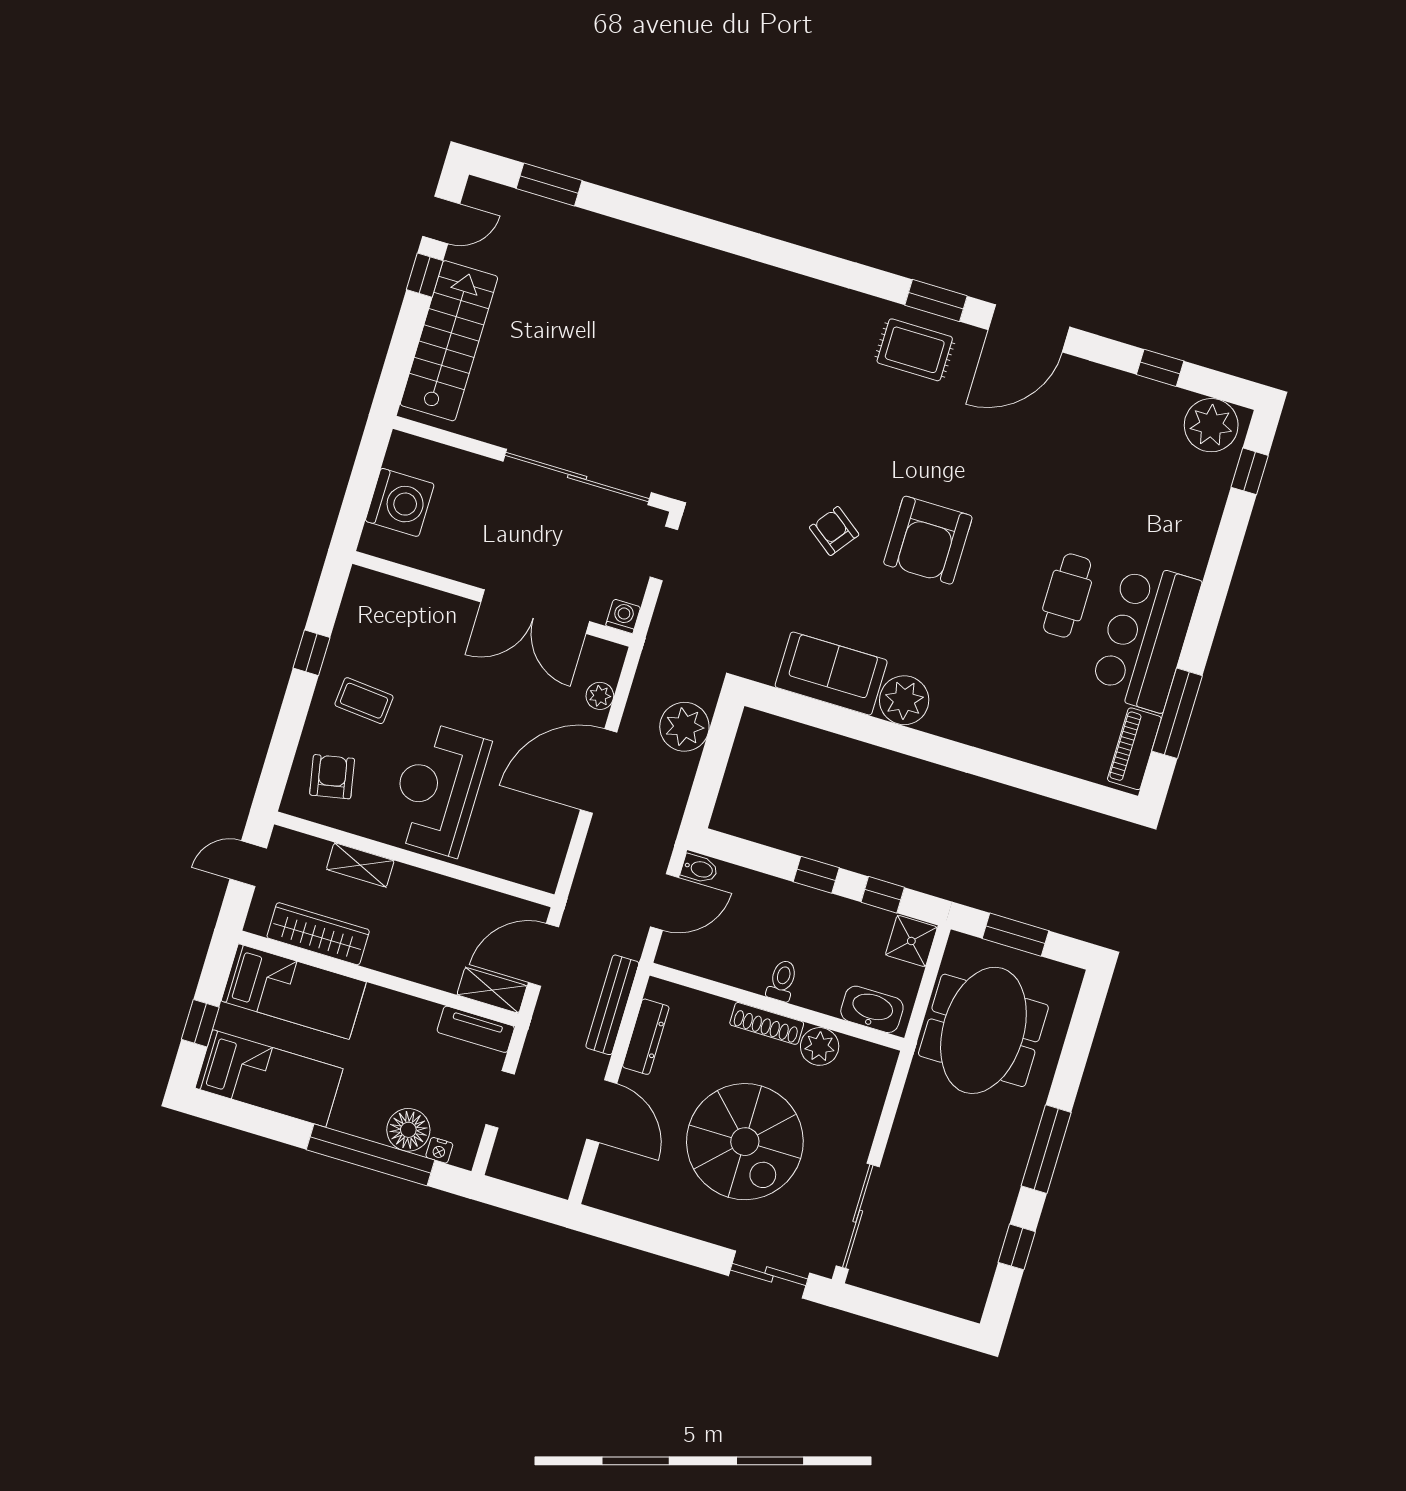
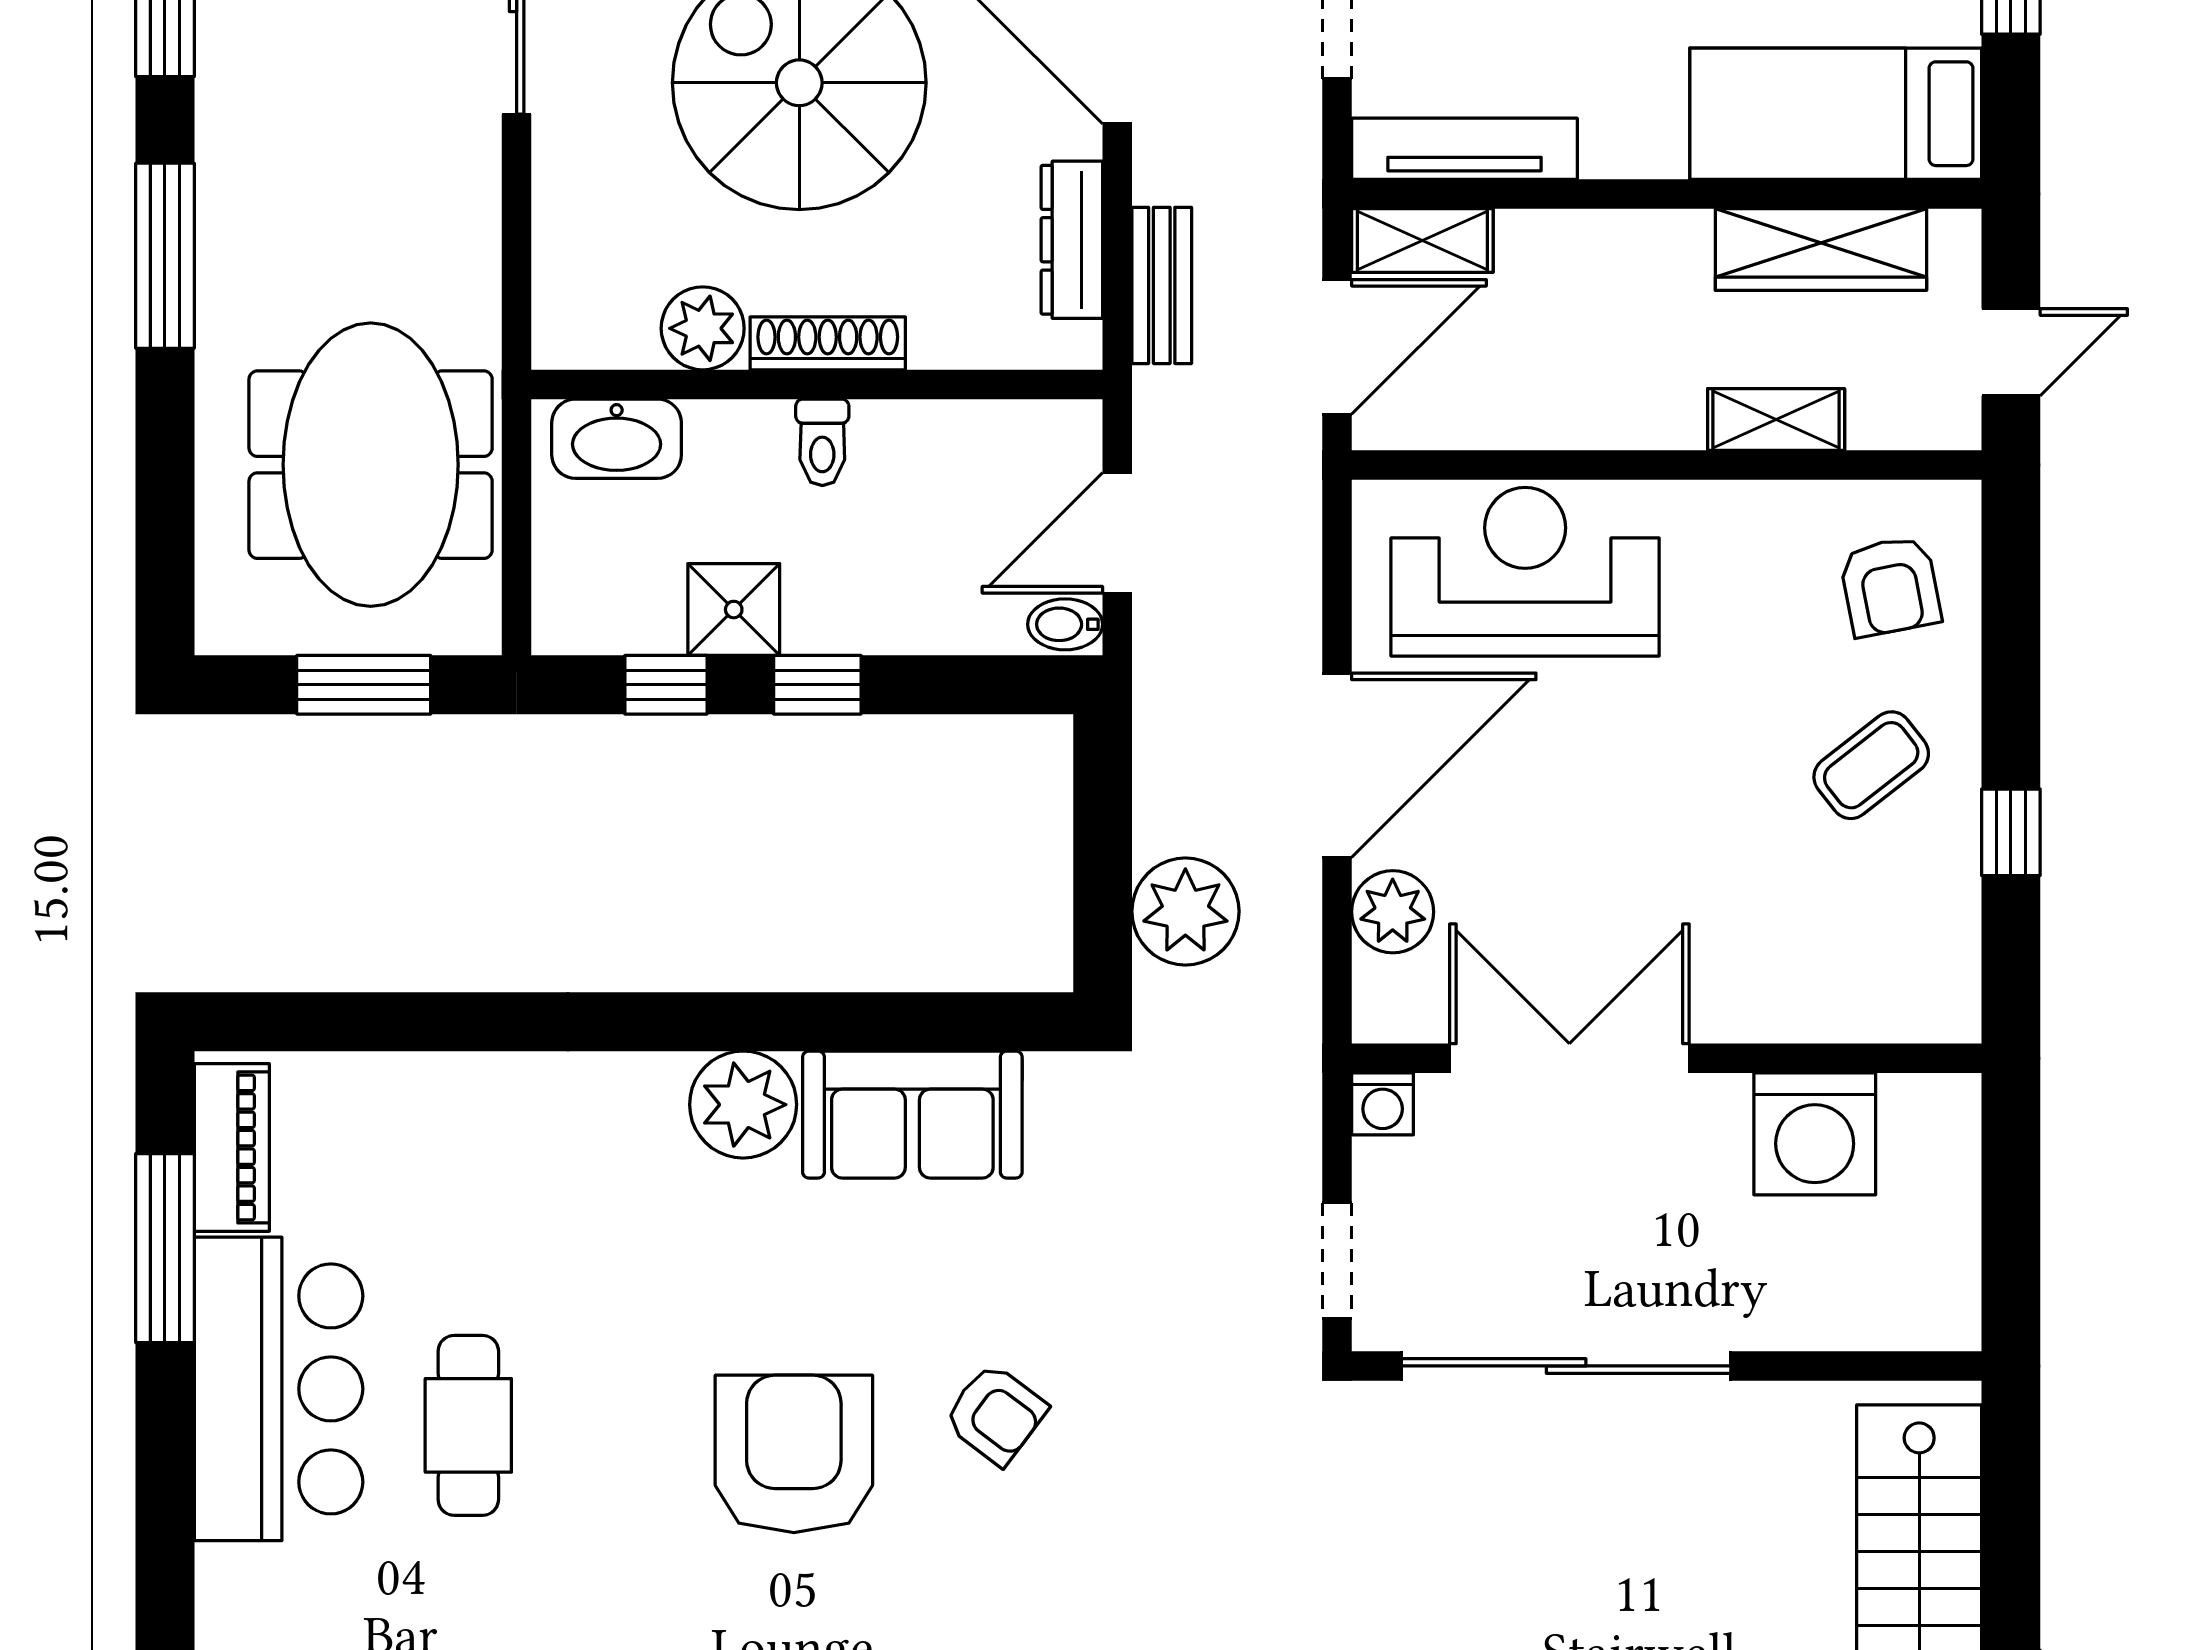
washing machine: (400, 502) -> (1815, 1134), moved, turned -90
plant: (600, 696) -> (1393, 912), width x1.38, depth x1.38
coffee table: (364, 701) -> (1871, 765), turned -43
reception desk: (438, 789) -> (1525, 572), moved, turned -90
shower: (911, 941) -> (734, 610), moved
bench: (612, 1005) -> (1162, 285), width x0.73
tv unit: (476, 1029) -> (1465, 149), width x1.41

